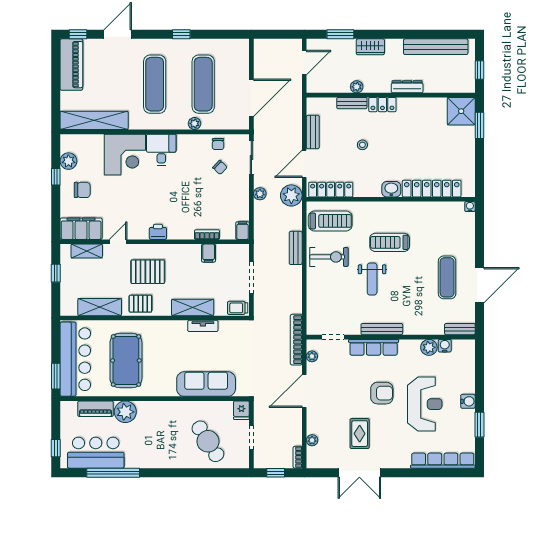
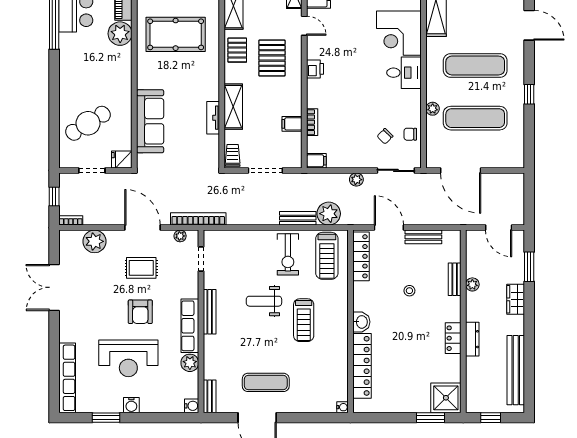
locker: (382, 105) -> (453, 338), moved
plant: (291, 195) -> (329, 214), moved
treadmill: (390, 242) -> (304, 320), turned 180
water cooler: (445, 346) -> (192, 406), moved
row of seats: (374, 347) -> (190, 326), moved
rug: (360, 434) -> (141, 268), moved
plant: (312, 440) -> (94, 241), width x1.88, depth x1.88

